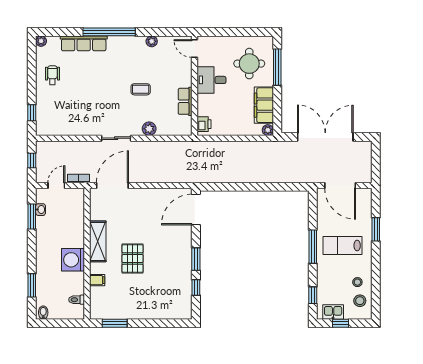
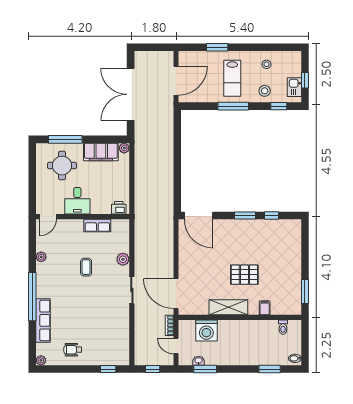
washing machine: (73, 260) -> (206, 331), moved
stool: (360, 301) -> (265, 91), moved

